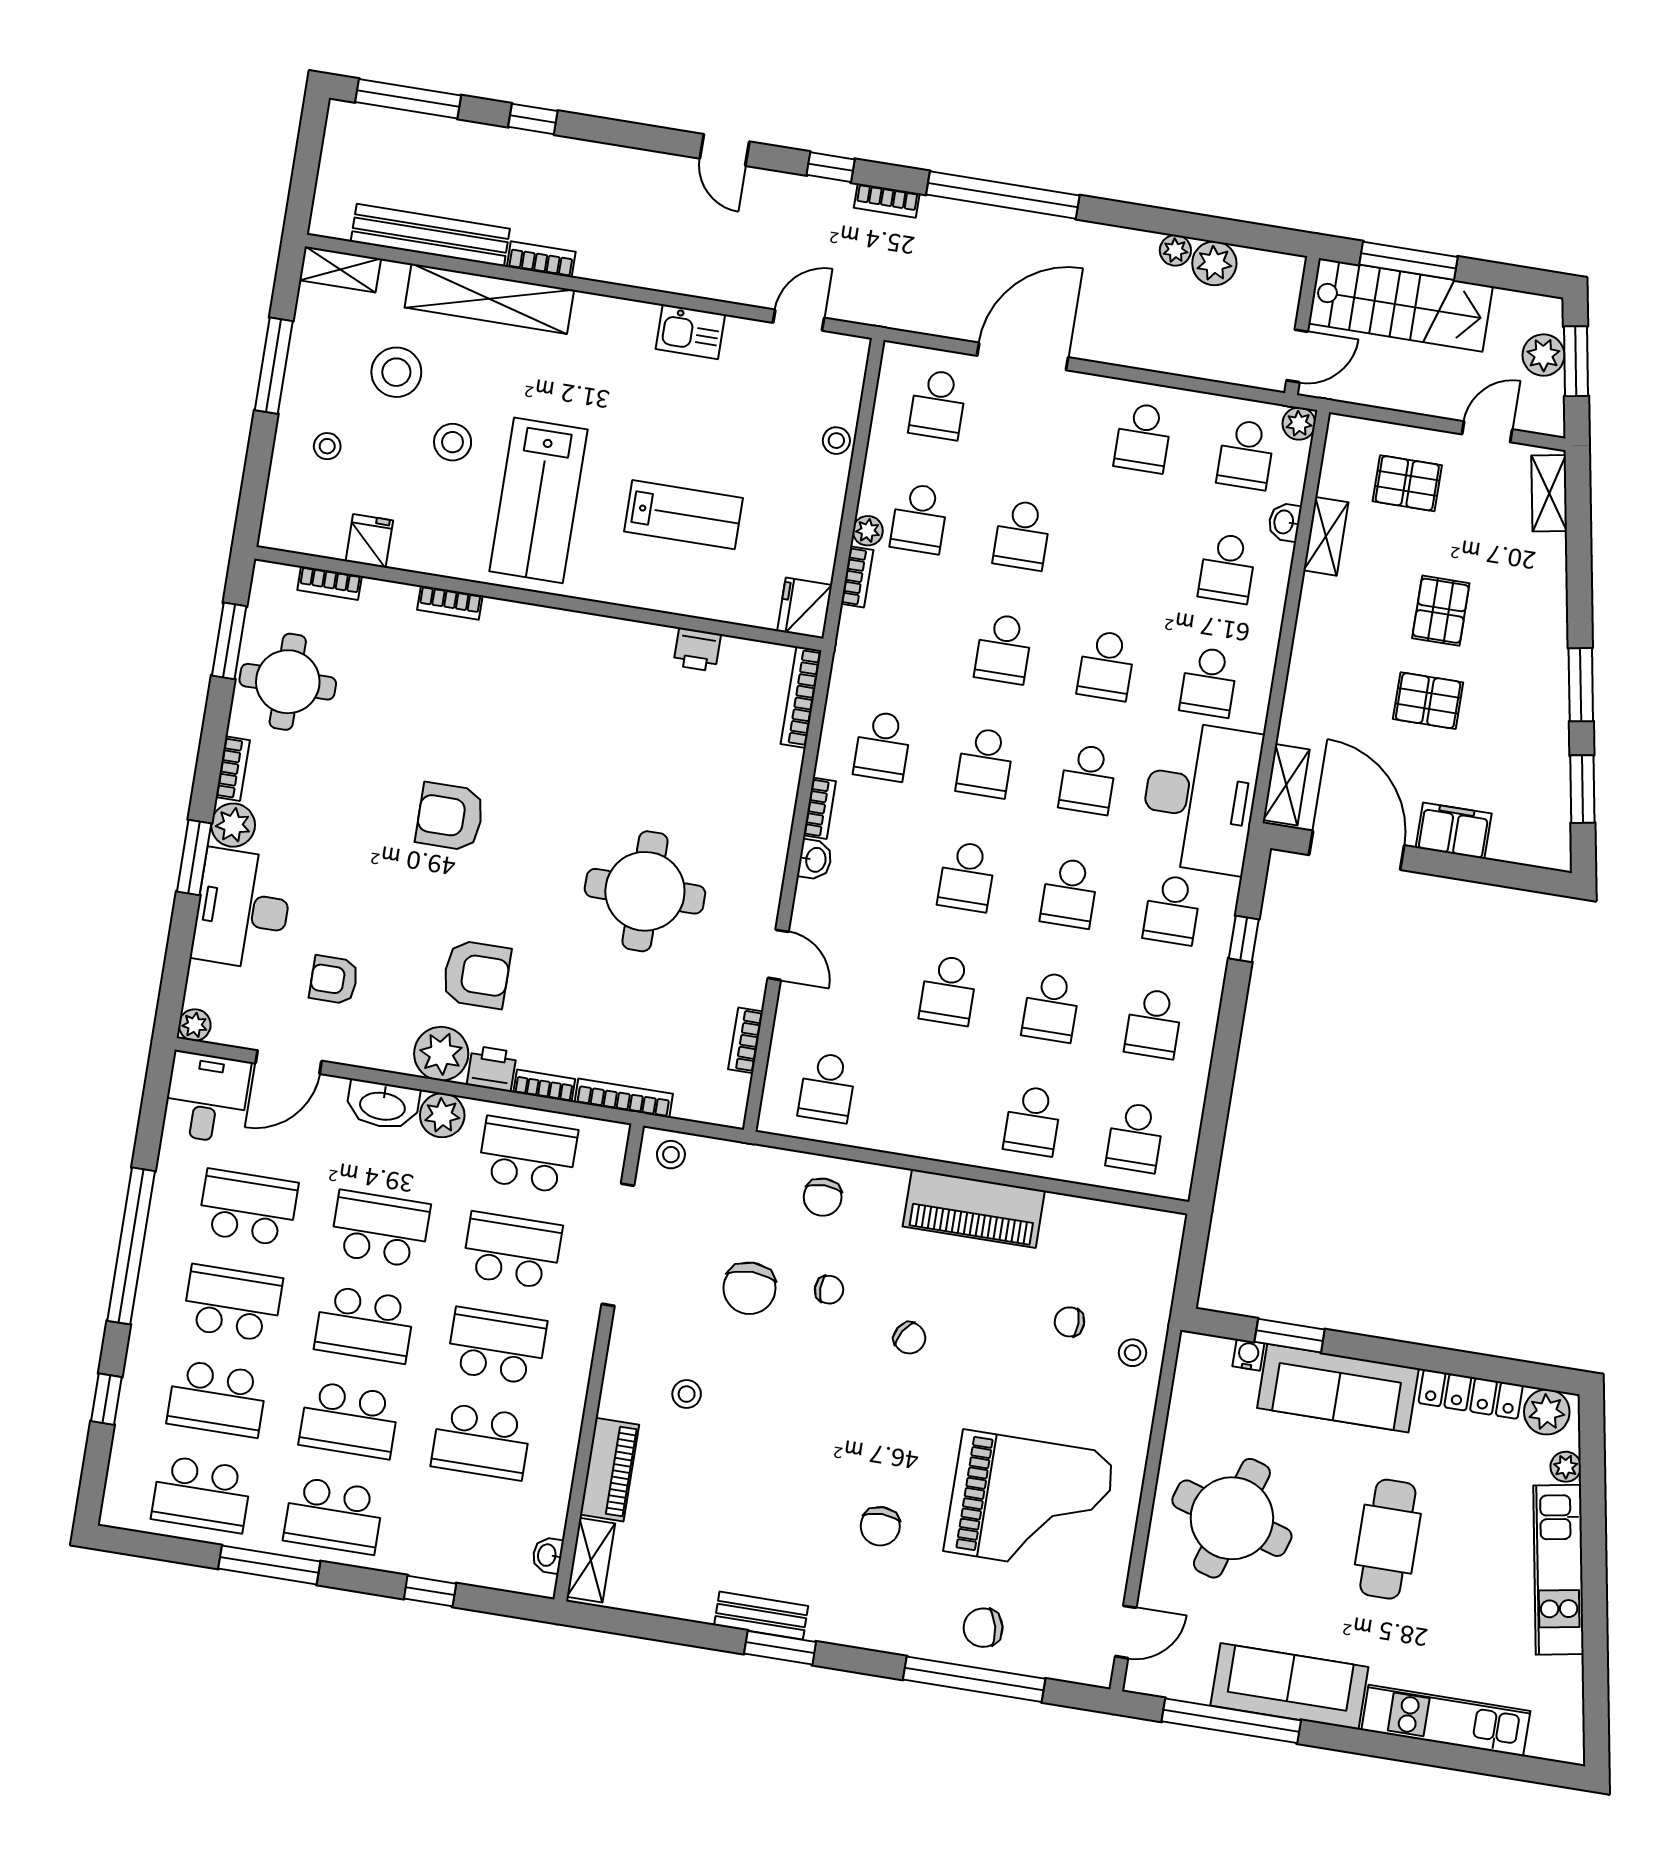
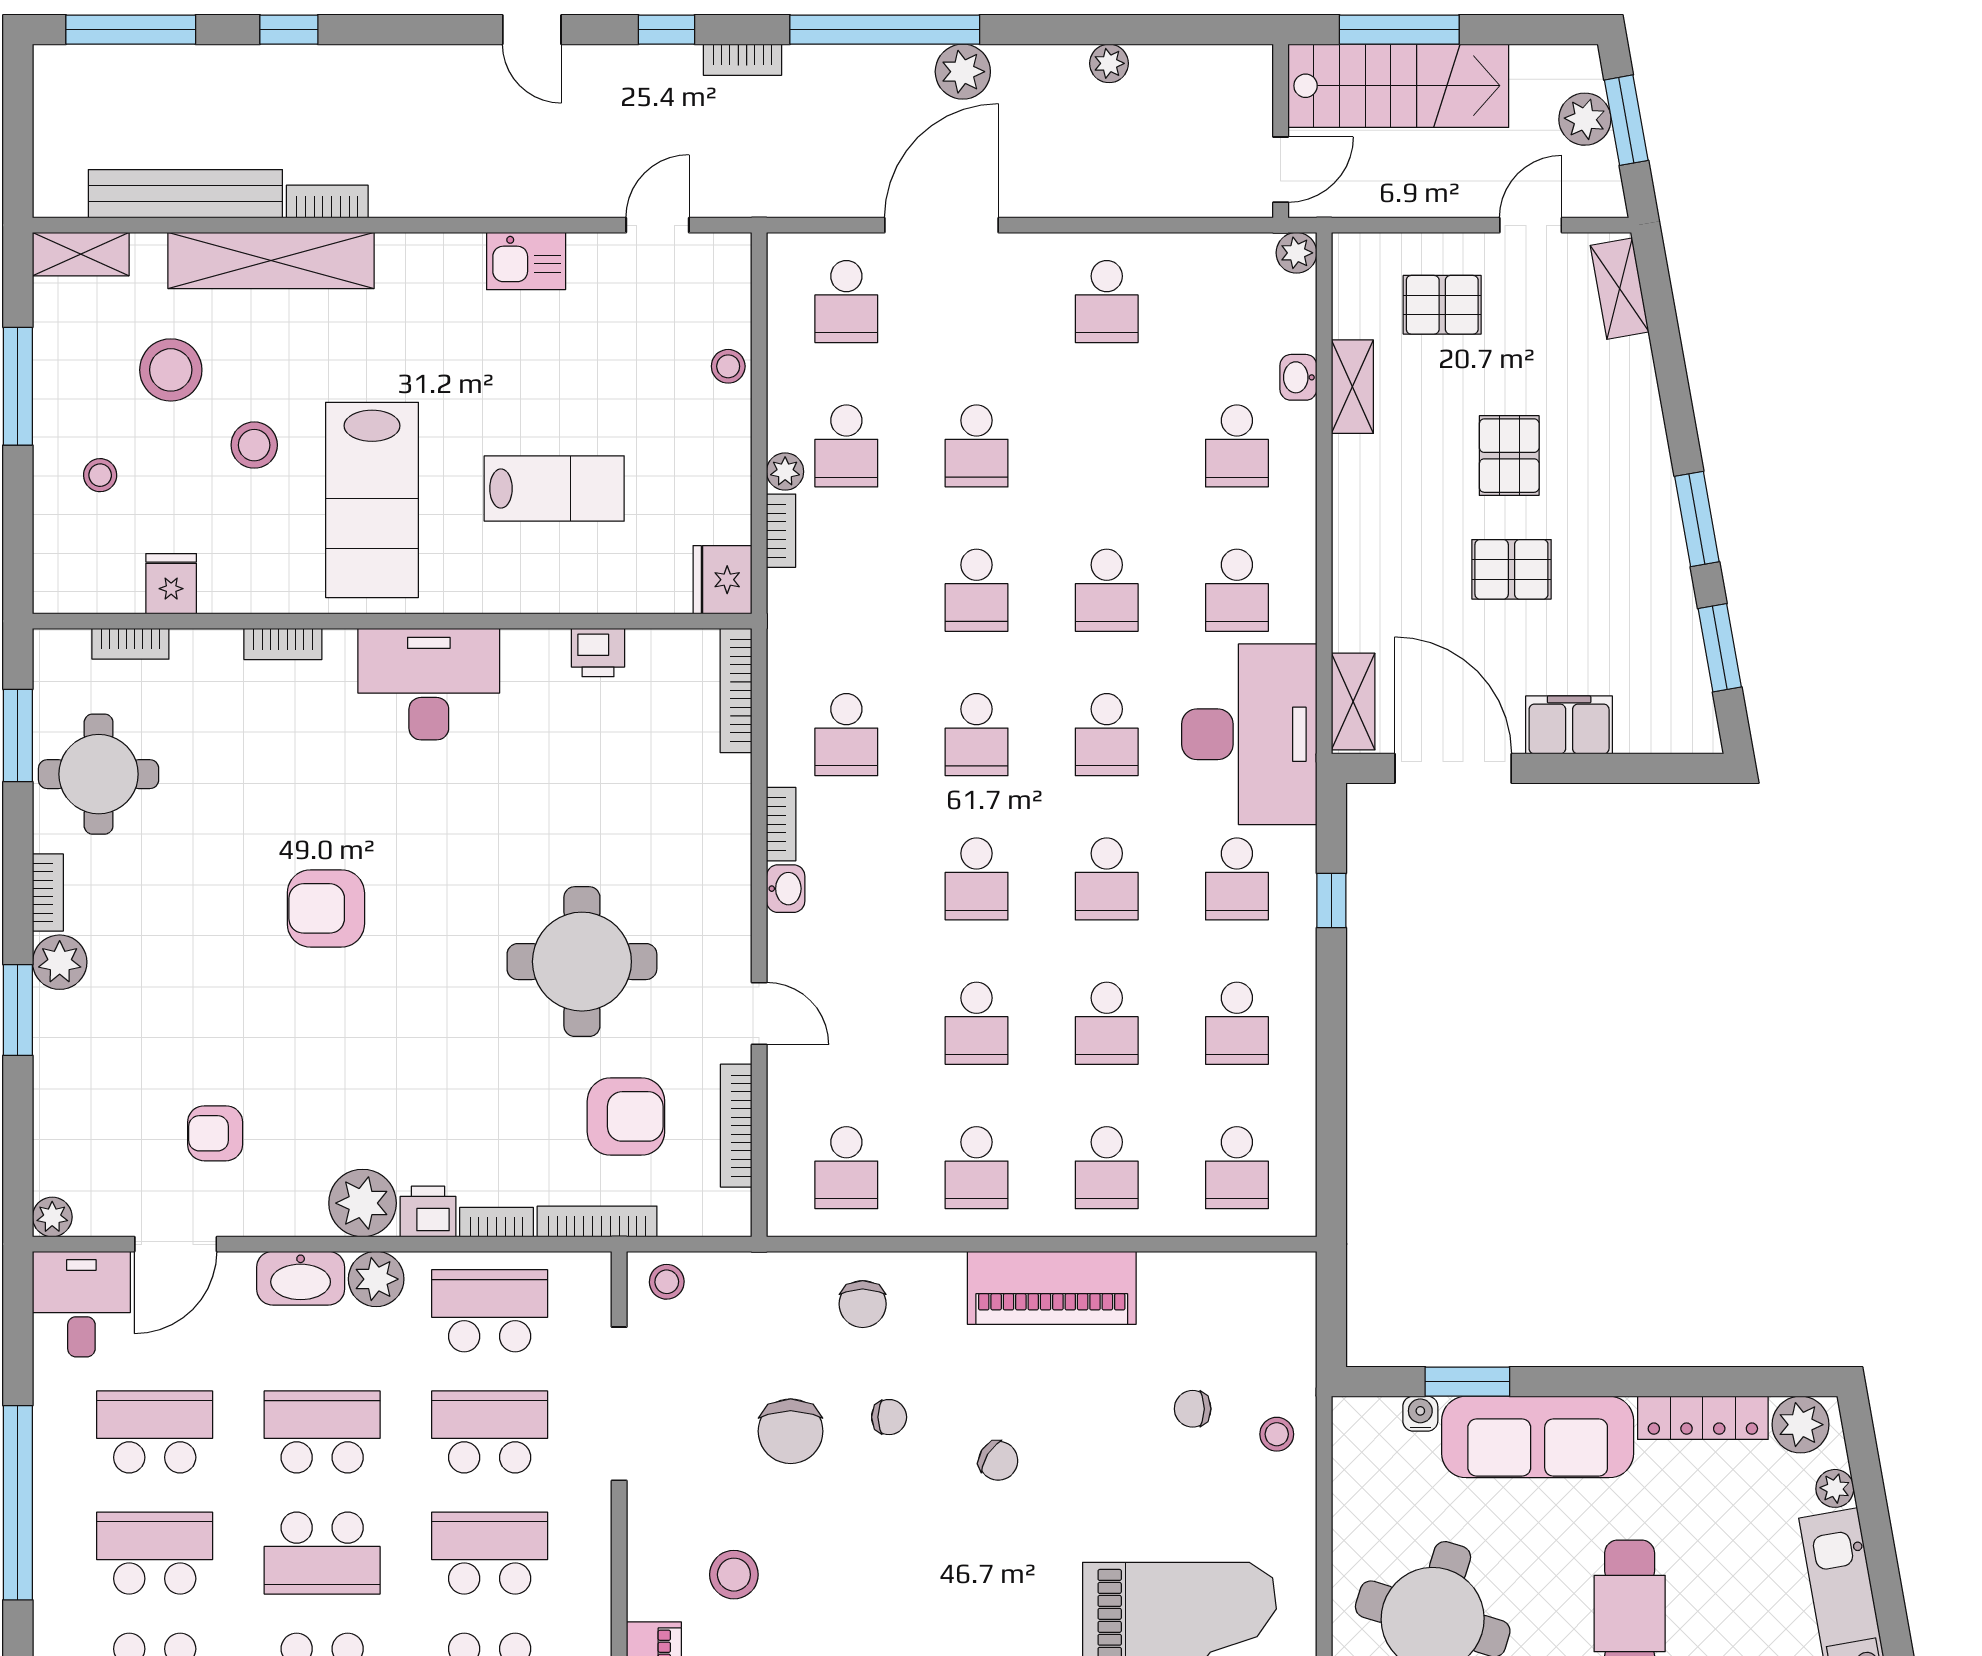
plant: (1214, 263) -> (963, 72), moved
school desk: (1246, 454) -> (977, 1168), moved
desk: (243, 909) -> (429, 684), moved, turned 90
armchair: (476, 974) -> (626, 1116), moved
bookcase: (746, 1040) -> (736, 1126), width x1.56
stool: (687, 1394) -> (734, 1575), width x1.37, depth x1.37

